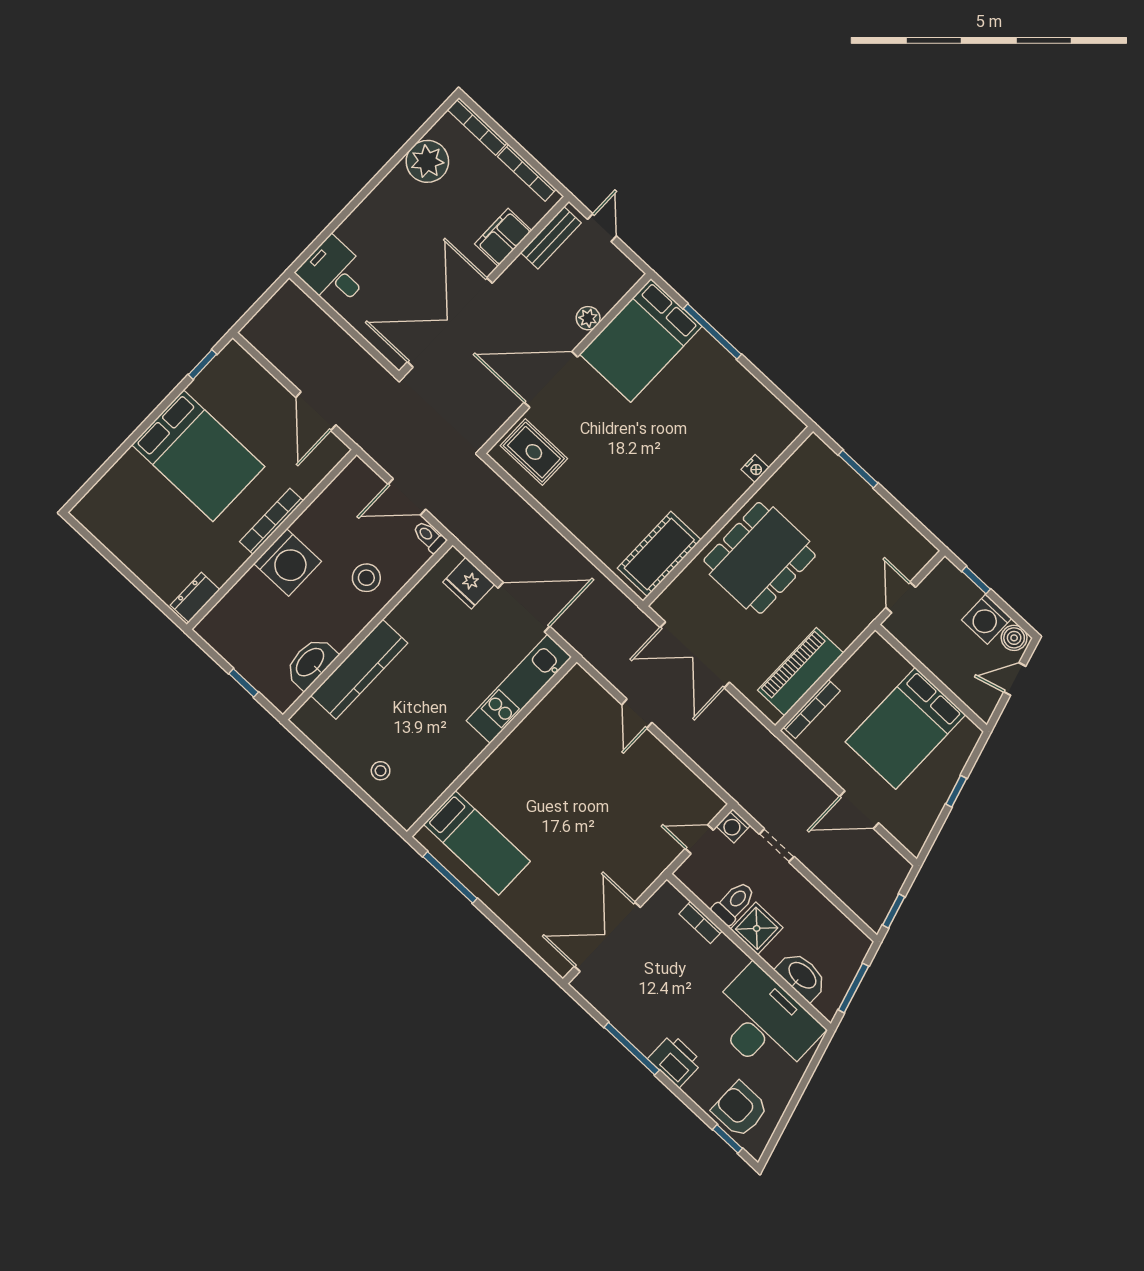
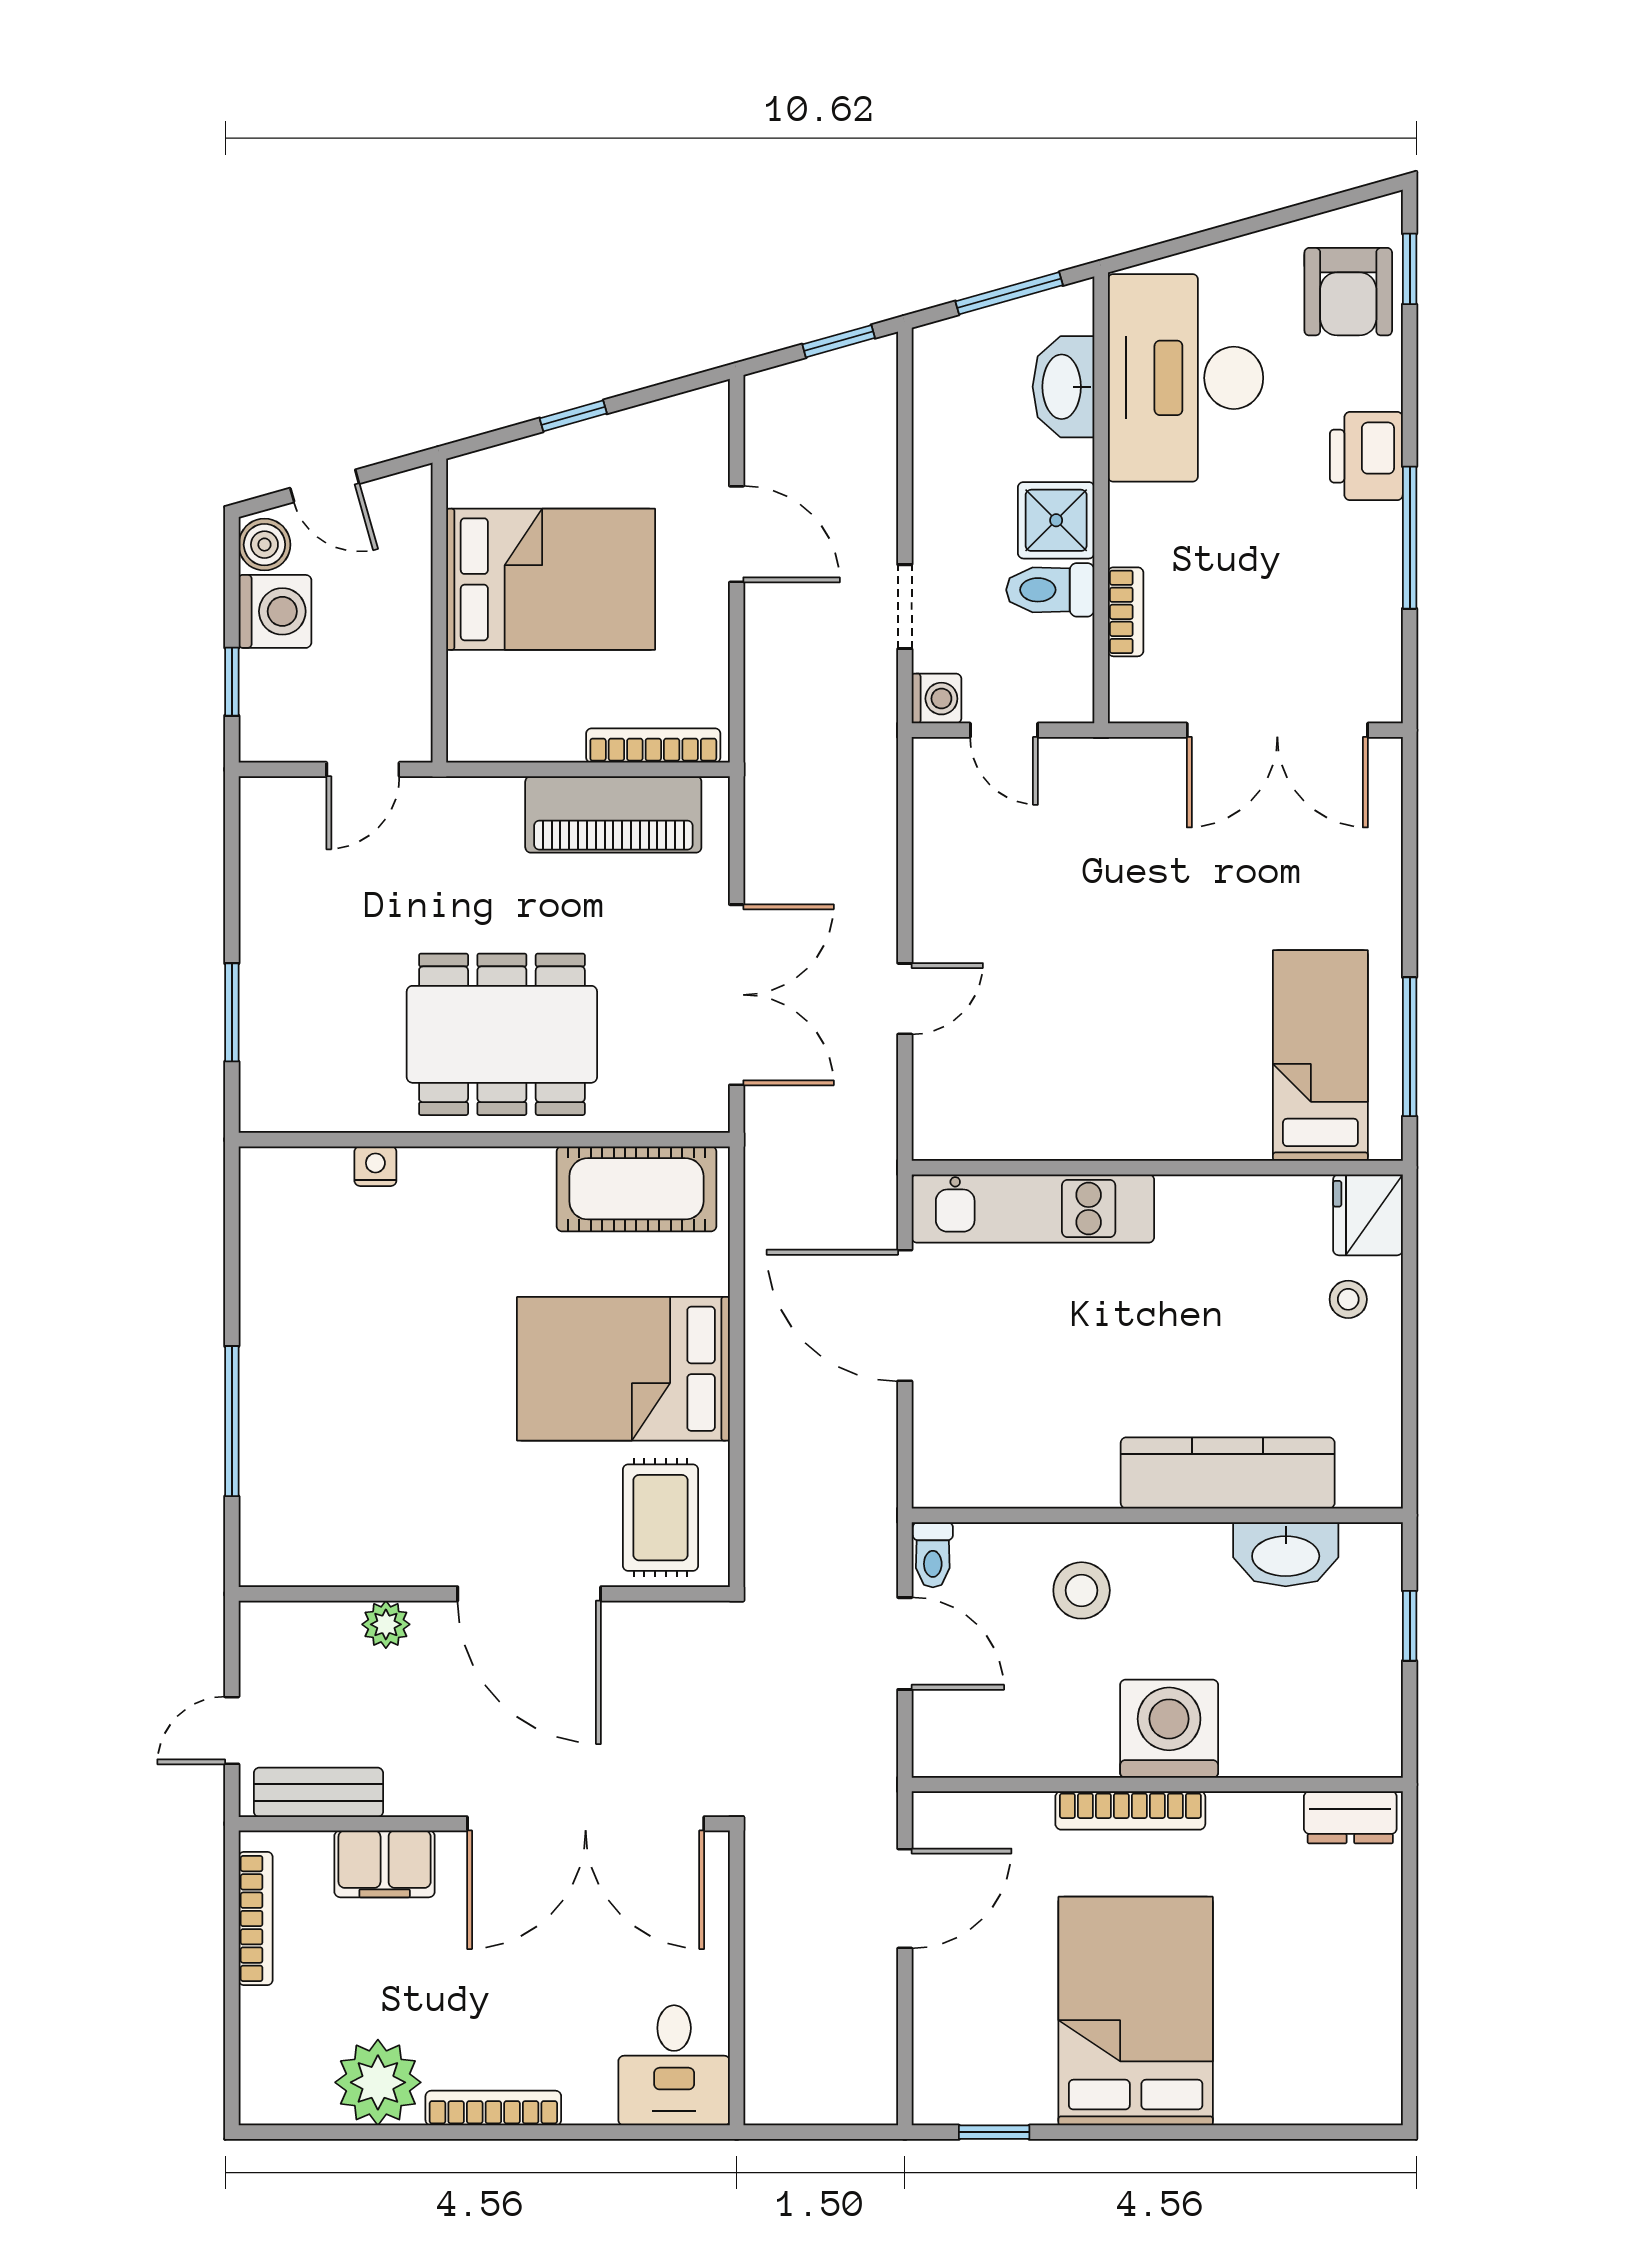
bookcase: (477, 126) -> (493, 2108), moved, turned -90
bed: (641, 340) -> (623, 1369), moved, turned 180
fridge: (469, 583) -> (1368, 1215), moved, turned 180

